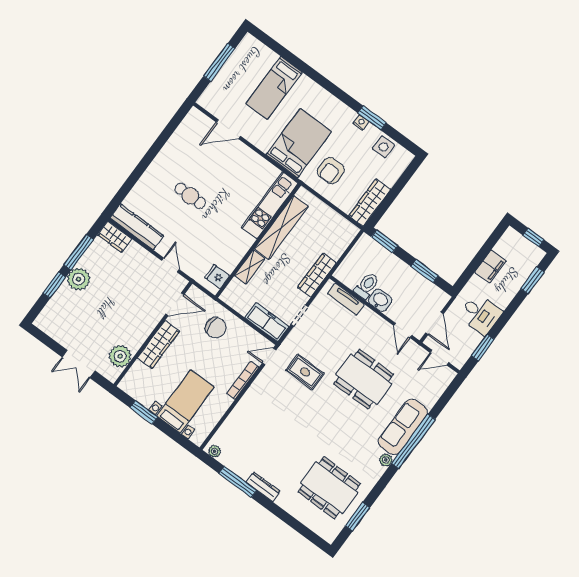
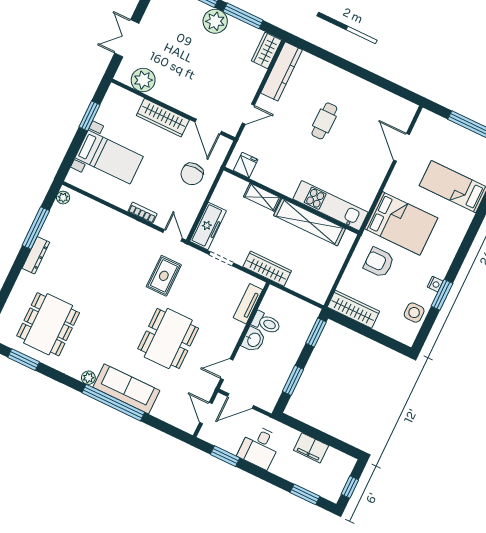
bookcase: (243, 380) -> (142, 213), width x0.64

